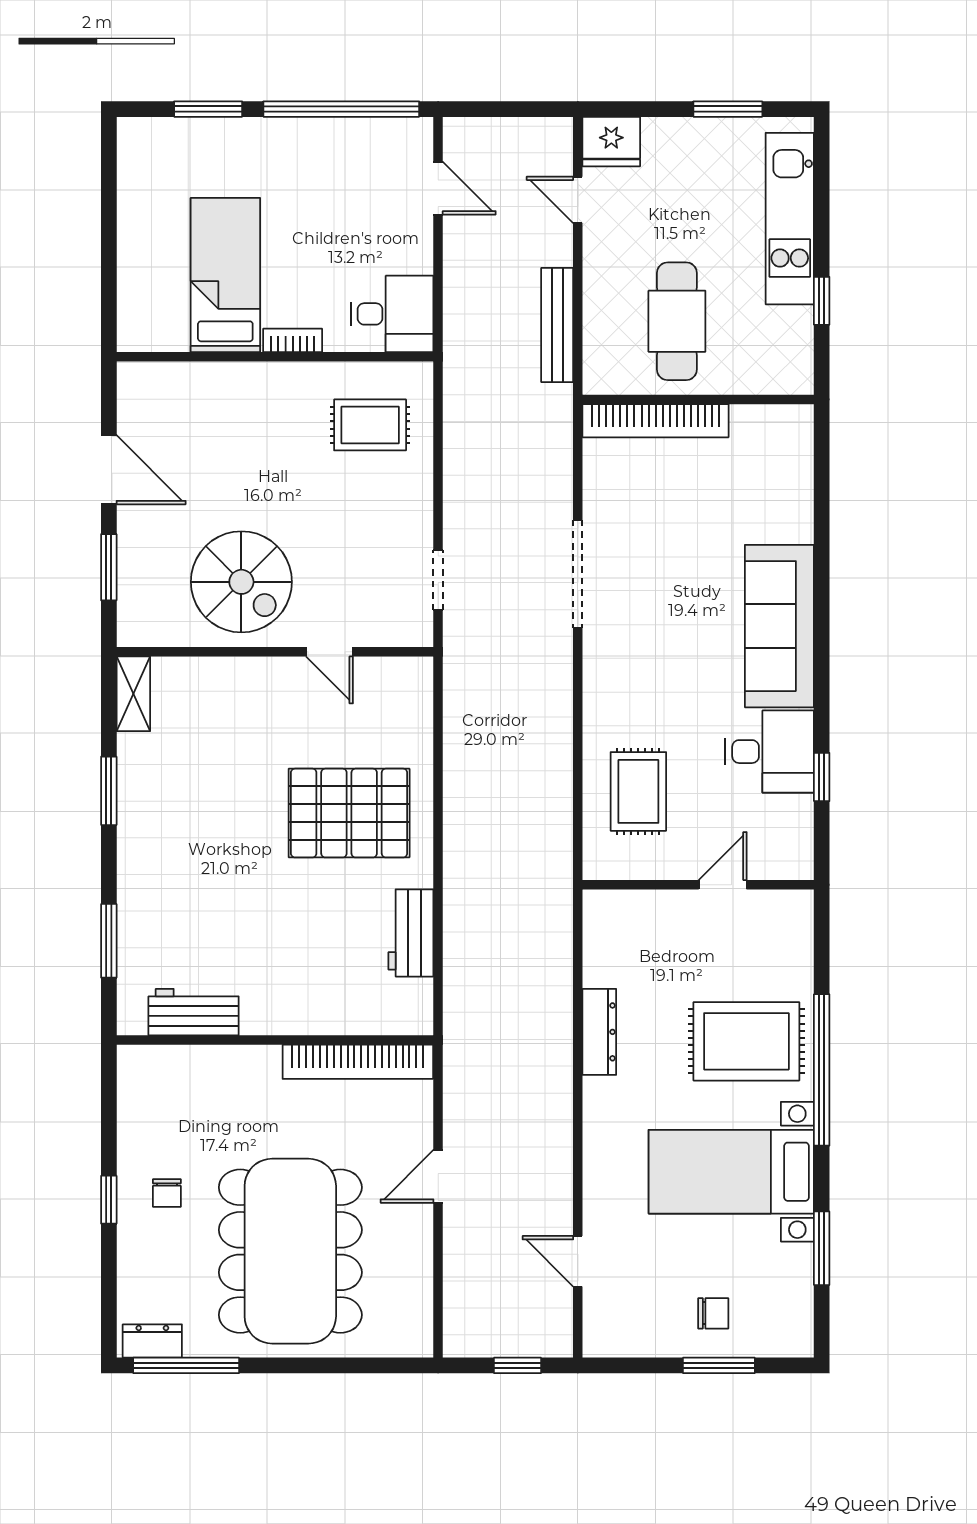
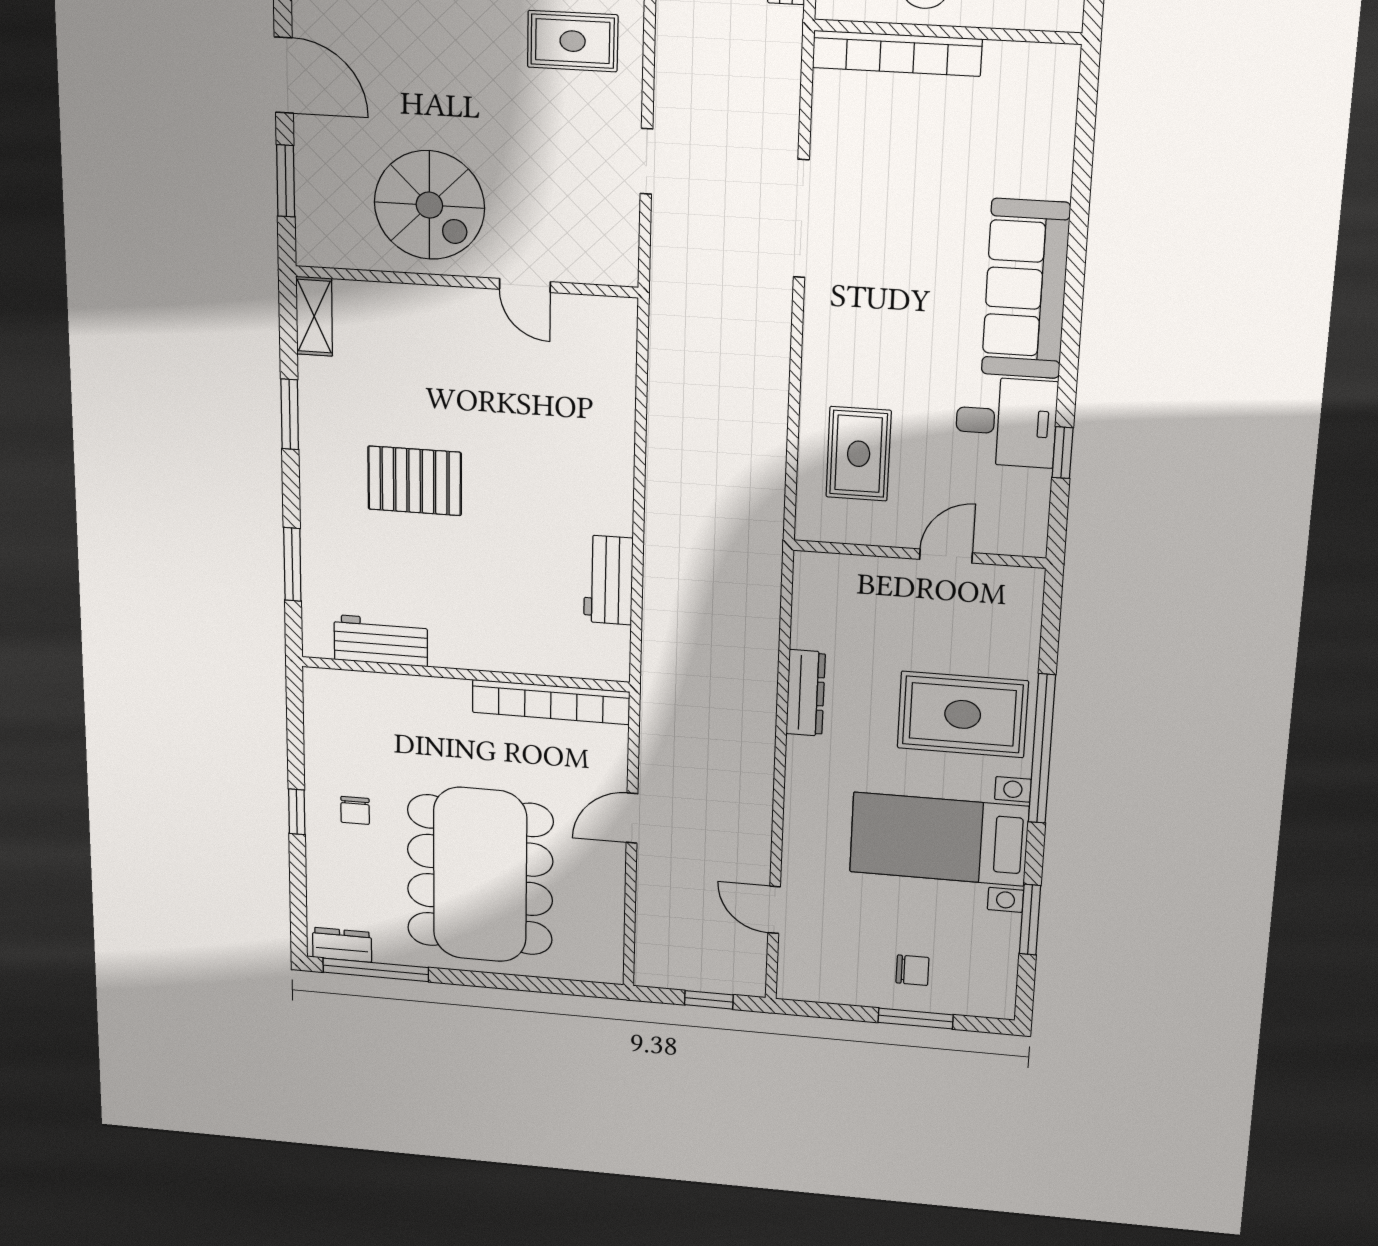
doorway: (438, 580) -> (646, 161), moved
pallet: (349, 813) -> (415, 481), moved, width x0.73, depth x0.71

